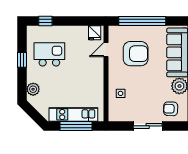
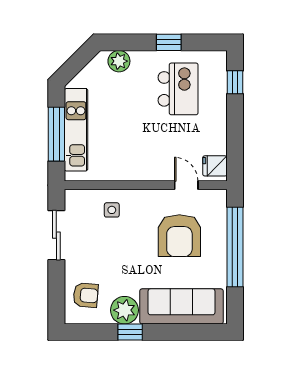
armchair: (171, 109) -> (86, 295), turned 93
sliding door: (148, 126) -> (56, 235), moved

